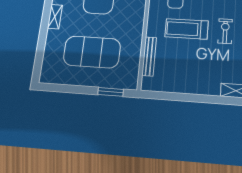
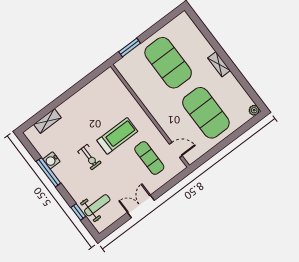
exercise mat: (92, 52) -> (168, 63), turned 90
bench: (149, 56) -> (126, 94), removed

